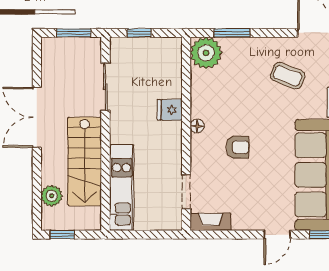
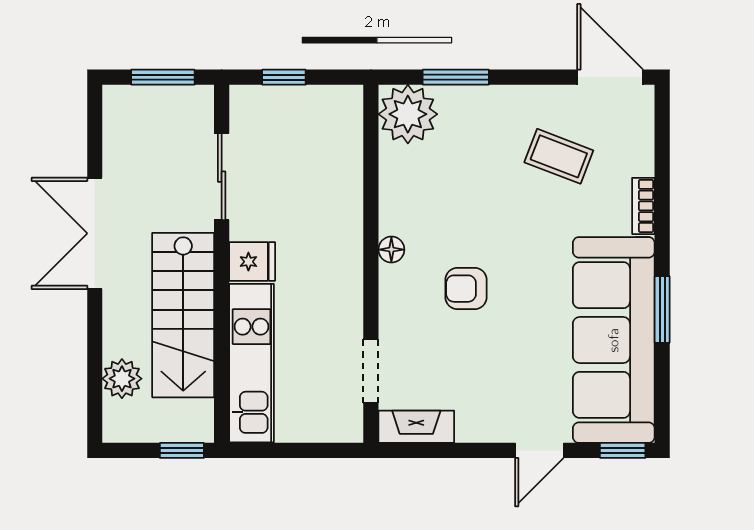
fridge: (170, 110) -> (252, 262), moved, turned 180
armchair: (237, 147) -> (466, 289), turned 180
window: (62, 235) -> (182, 450), moved

